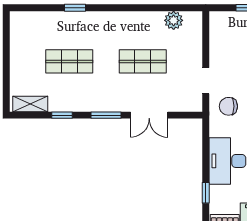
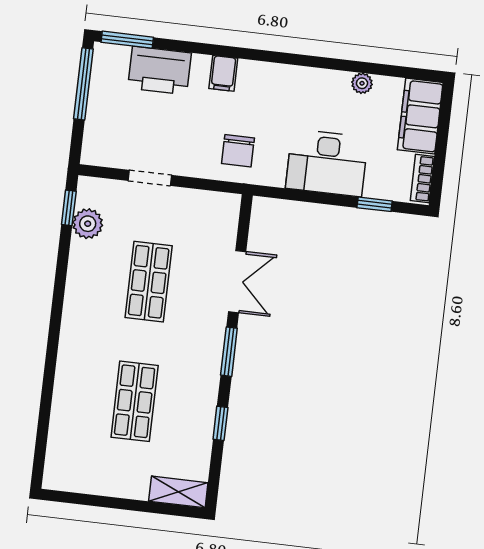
window: (75, 8) -> (69, 208), moved
doorway: (206, 81) -> (150, 178), moved
shelving: (30, 104) -> (178, 492), moved, turned 90

